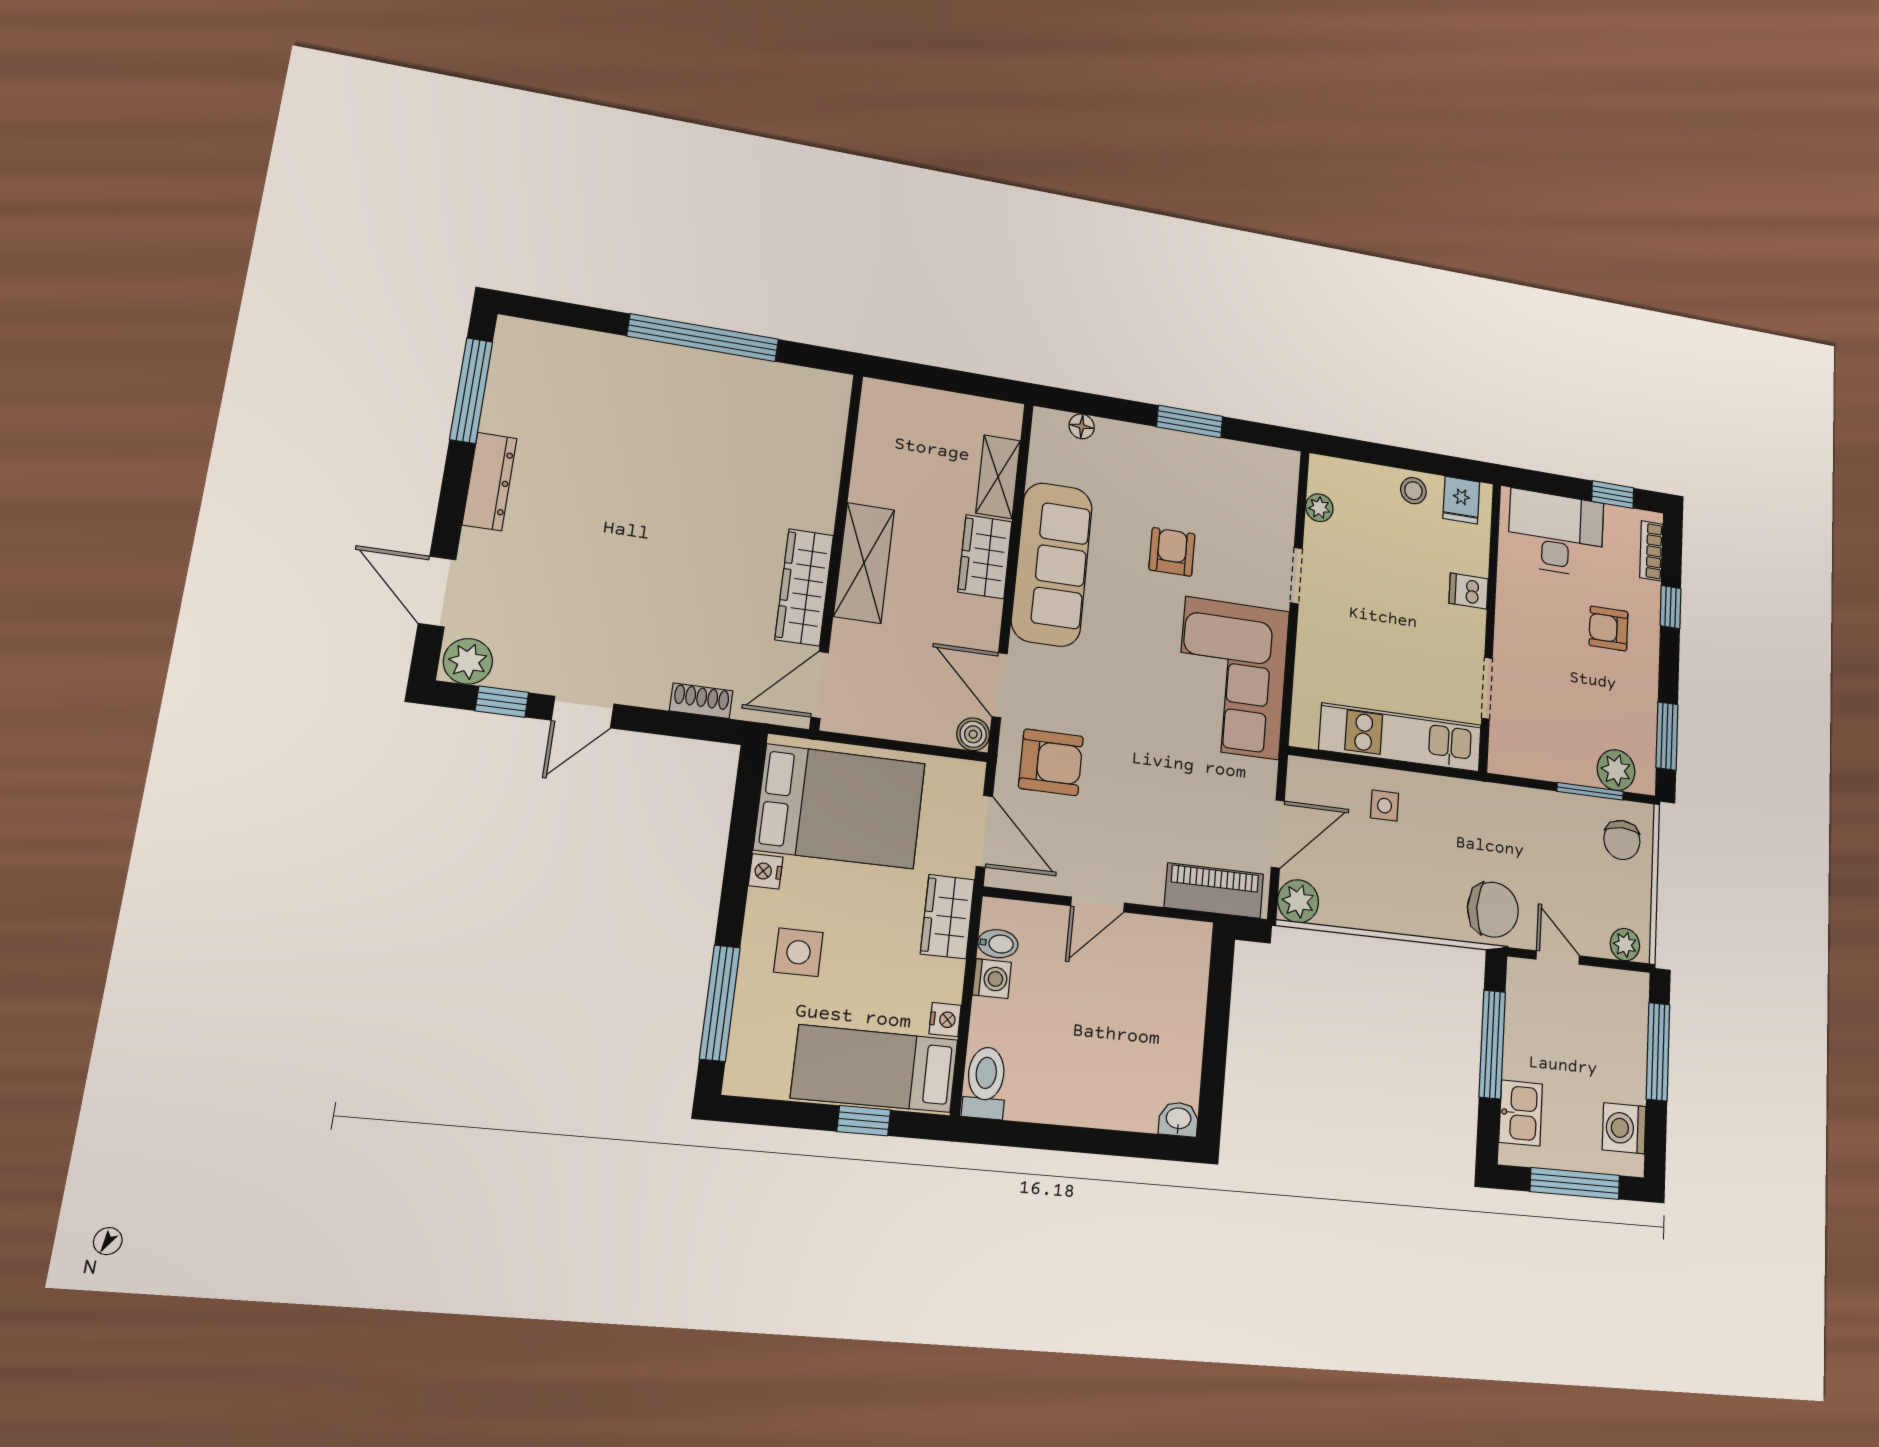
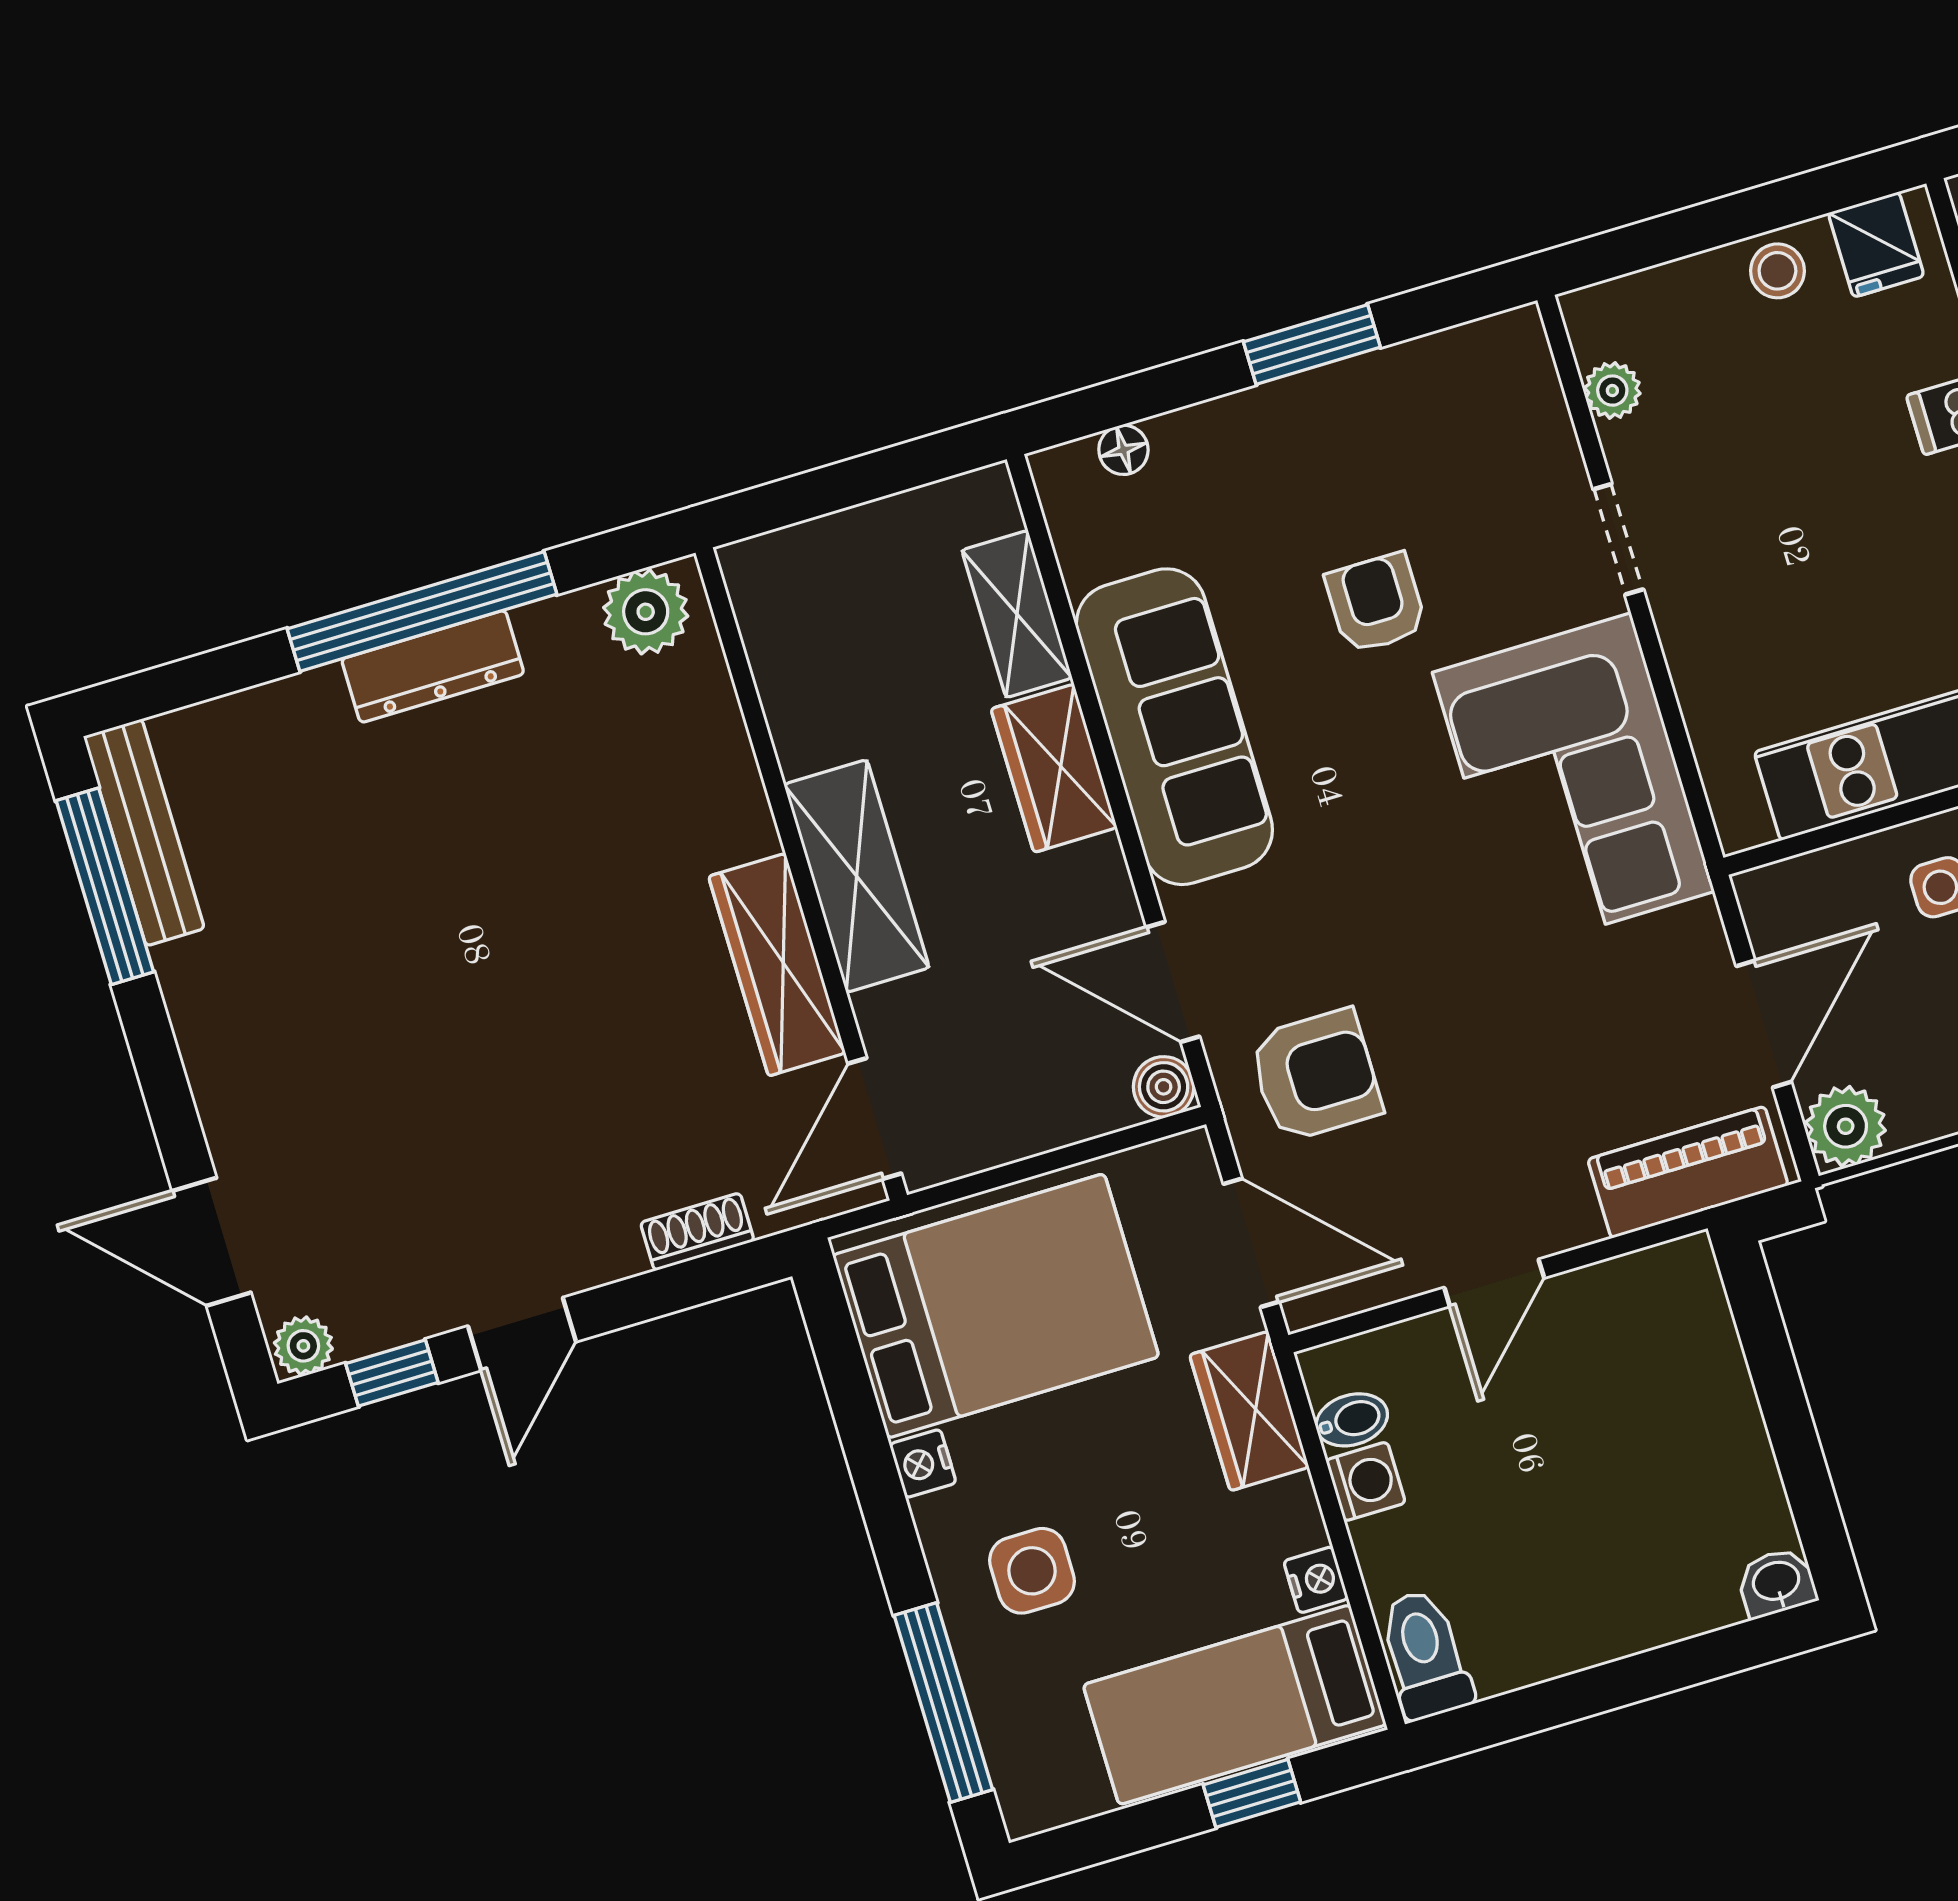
bench: (506, 374) -> (144, 832), added
plant: (816, 390) -> (646, 612), added
dresser: (490, 482) -> (433, 666), moved, turned 90
plant: (468, 661) -> (303, 1346), width x0.73, depth x0.73

